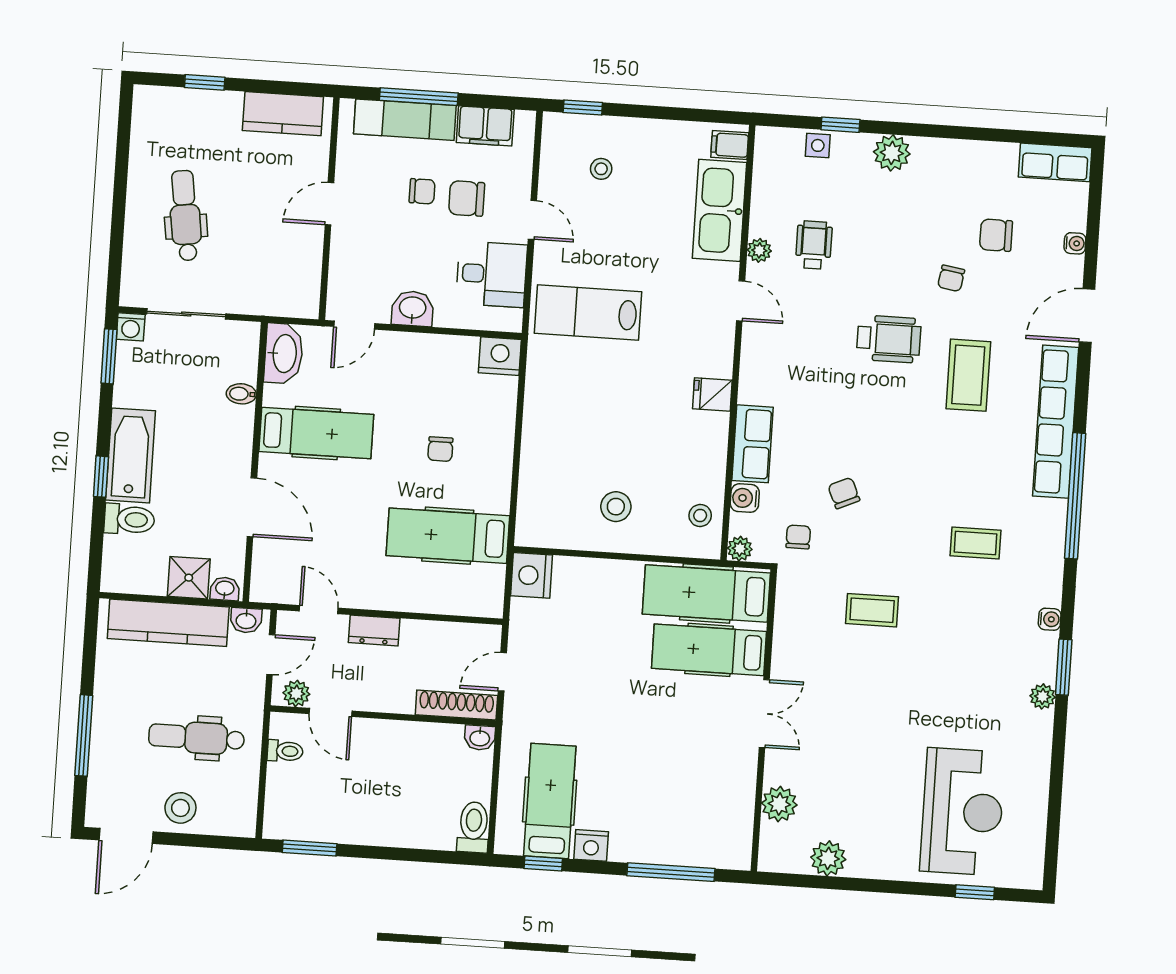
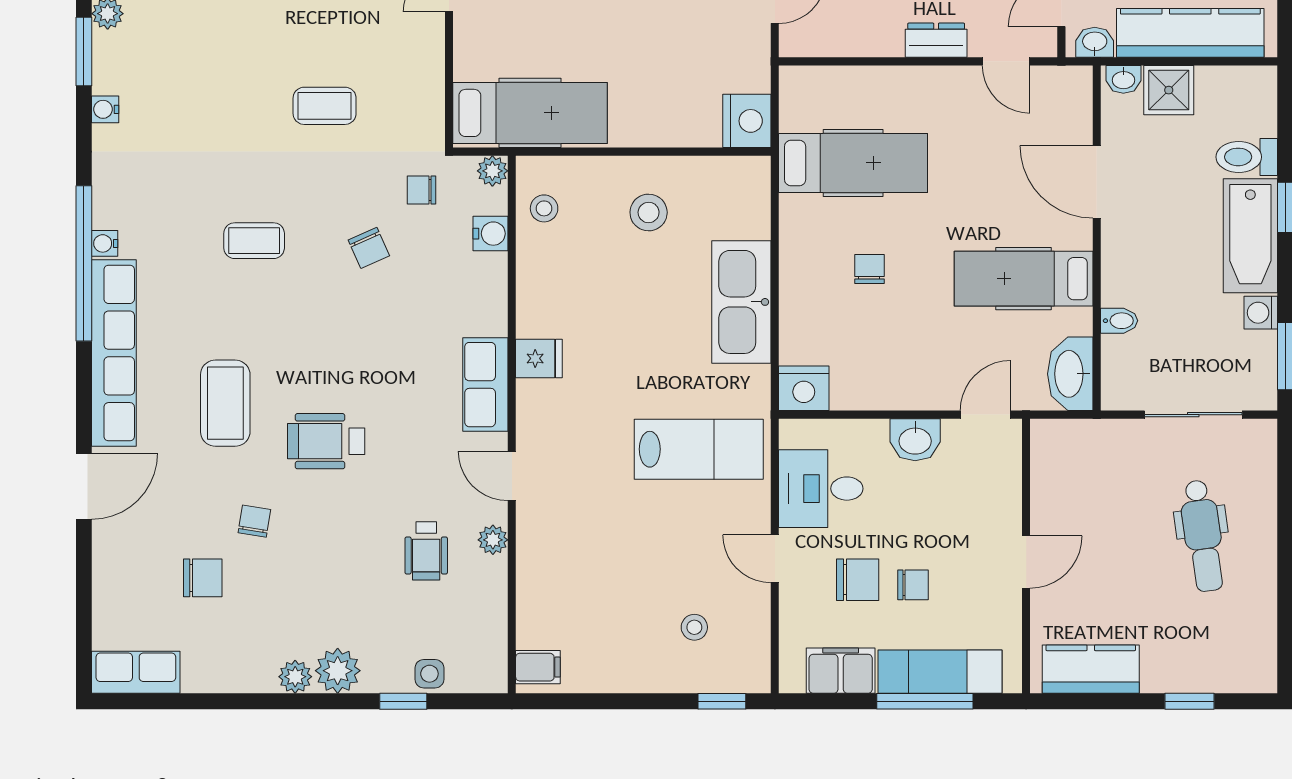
plant: (926, 150) -> (295, 677), added
chair: (422, 191) -> (913, 585), turned 180
kitchen sink: (719, 210) -> (741, 302), moved, turned 180
water cooler: (1075, 243) -> (105, 243), moved
washing machine: (131, 327) -> (1261, 313), moved, turned -90
row of seats: (753, 444) -> (485, 385), moved
chair: (798, 537) -> (422, 190), turned 90
coffee table: (976, 543) -> (254, 241), moved
hospital bed: (709, 650) -> (522, 44), removed

